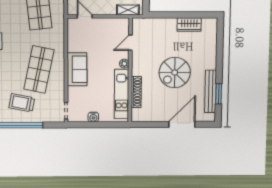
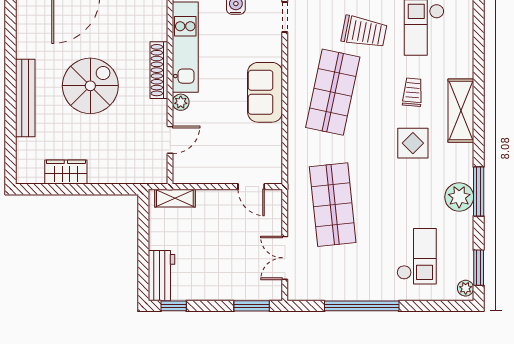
bench: (211, 91) -> (25, 98), moved
shoe rack: (136, 92) -> (159, 70), moved
window: (219, 94) -> (11, 47), removed

